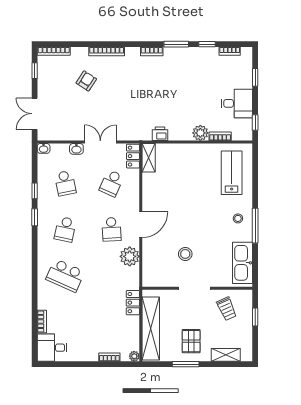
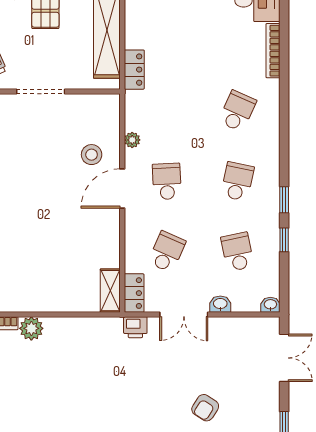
printer: (160, 134) -> (135, 327), moved
stool: (185, 254) -> (92, 155), moved
plant: (130, 256) -> (132, 140), width x0.53, depth x0.53
school desk: (65, 275) -> (237, 111), width x0.54
bookcase: (42, 321) -> (273, 51), width x1.56

